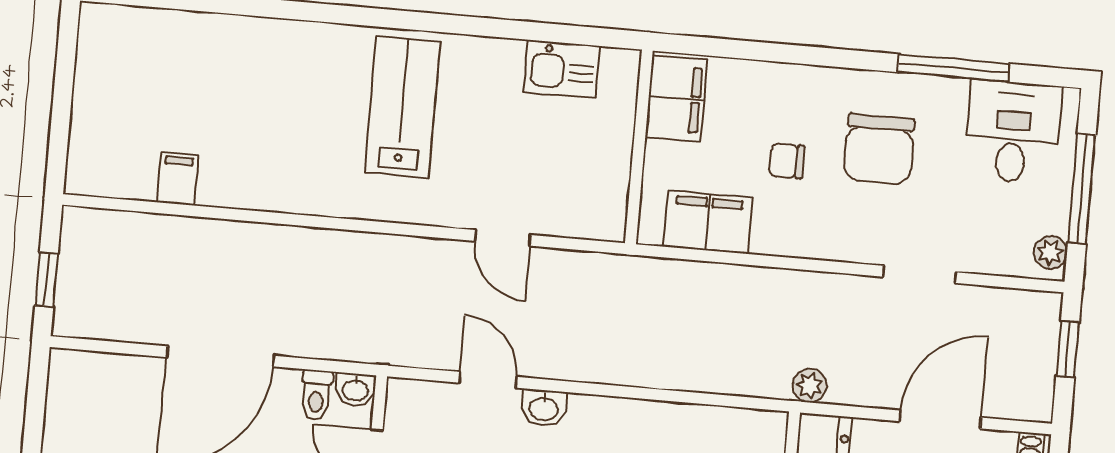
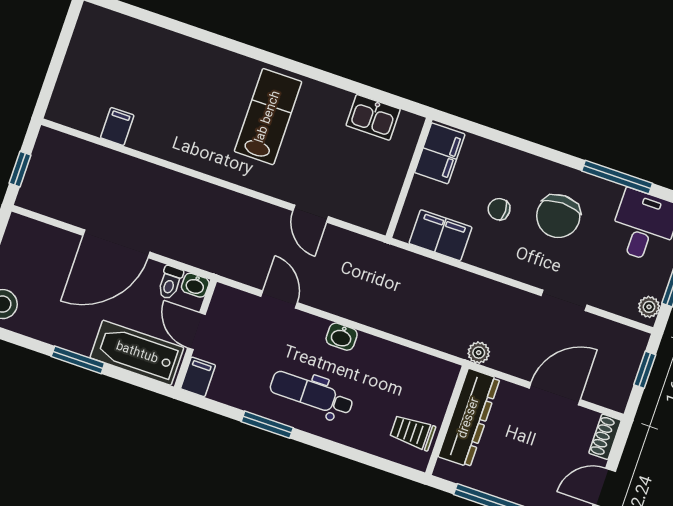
washbasin: (544, 408) -> (342, 337), moved

